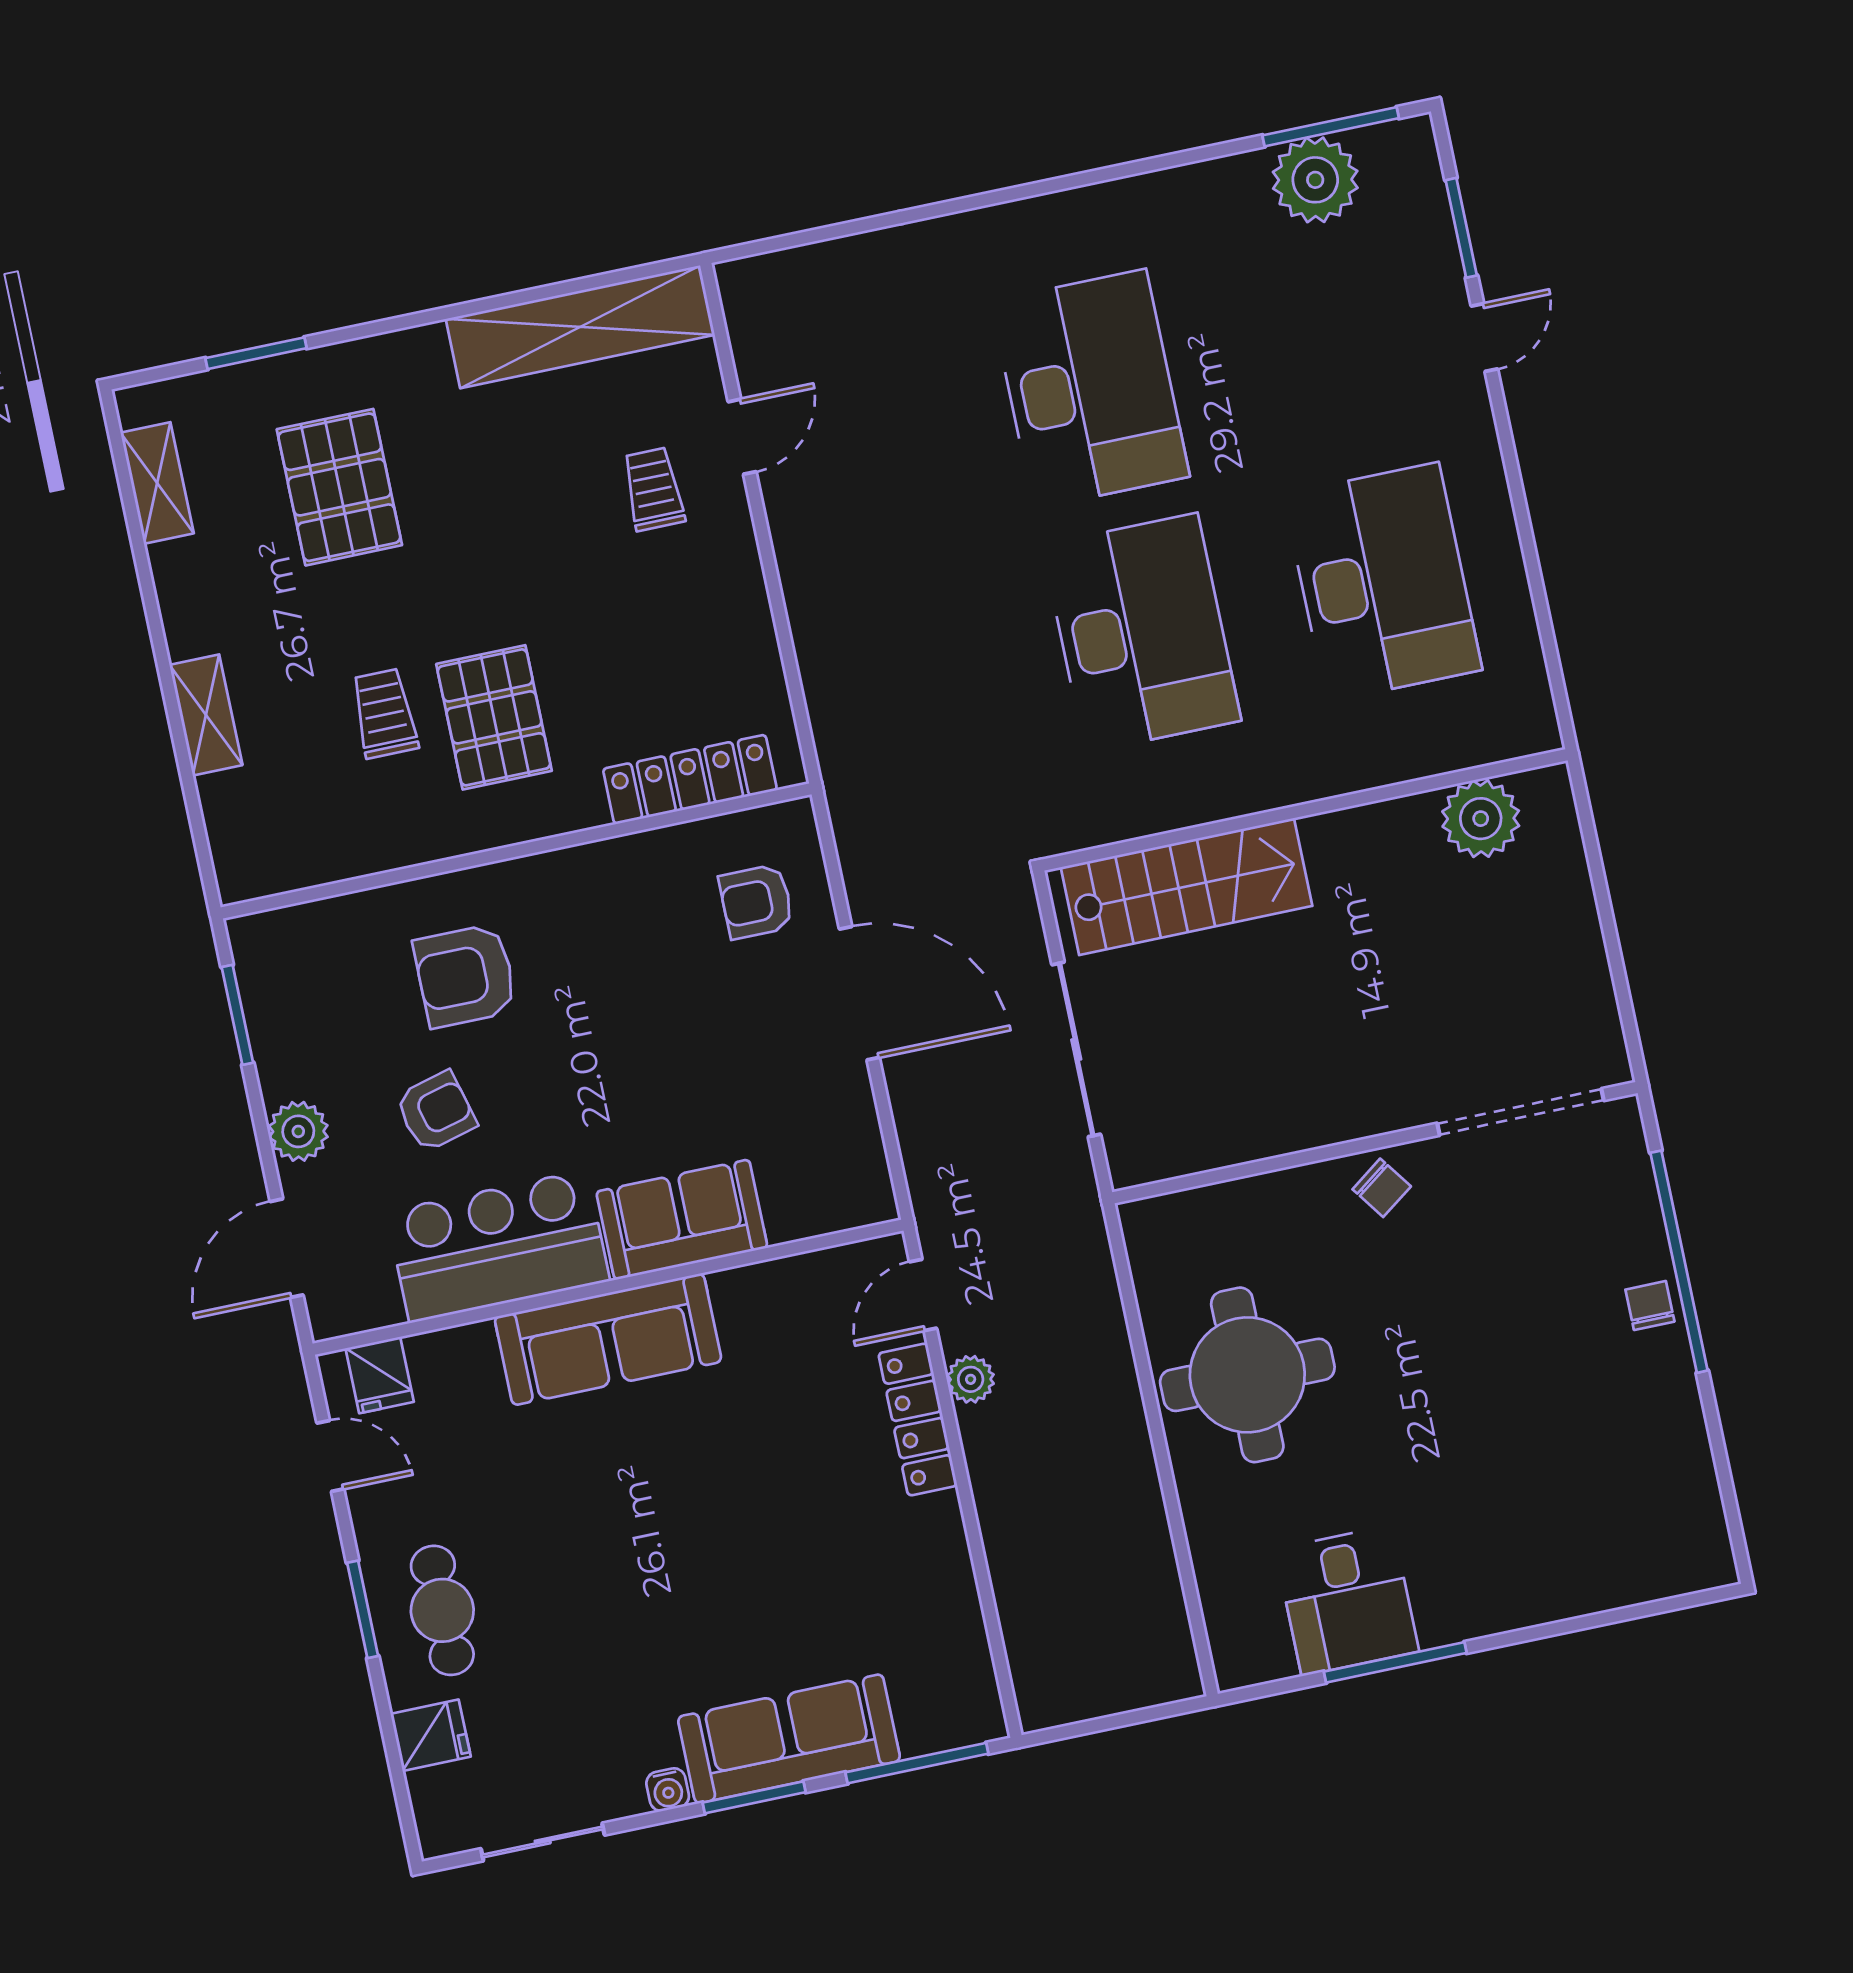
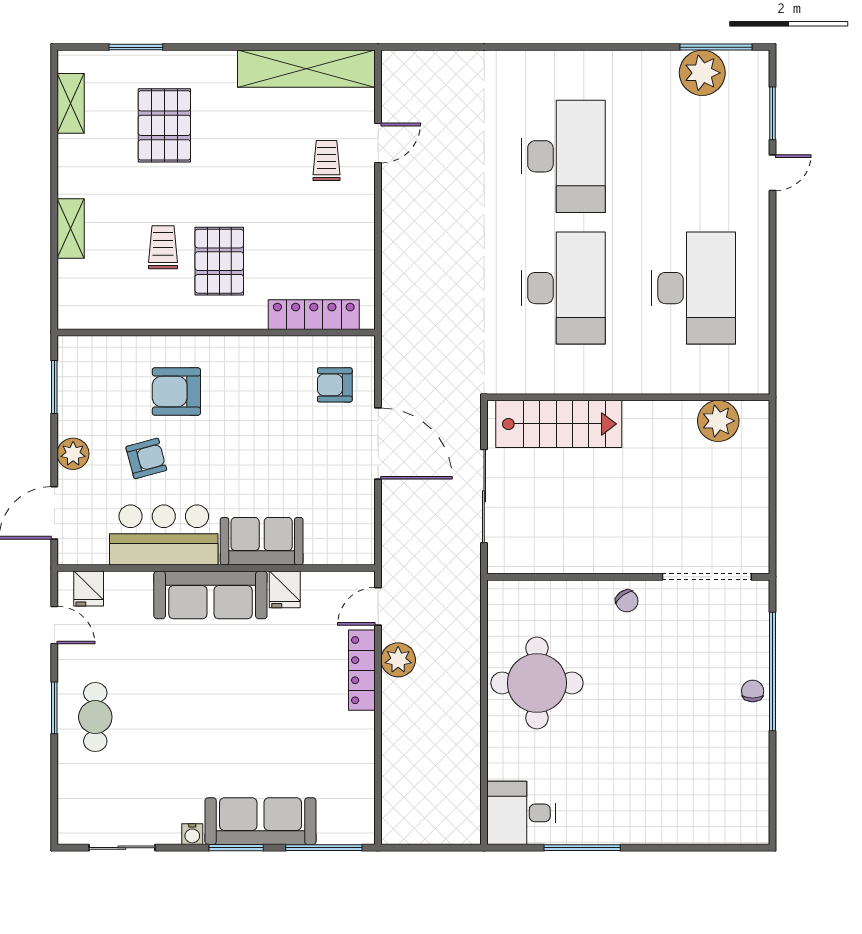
plant: (971, 1379) -> (398, 660), width x1.38, depth x1.38
desk: (1347, 1600) -> (521, 813), moved, turned 90
fridge: (431, 1735) -> (285, 589), moved, turned 90

